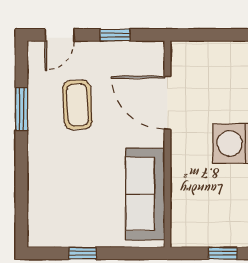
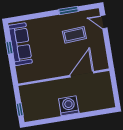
window: (115, 35) -> (108, 46), removed
sofa: (145, 194) -> (20, 44), moved, turned 90

